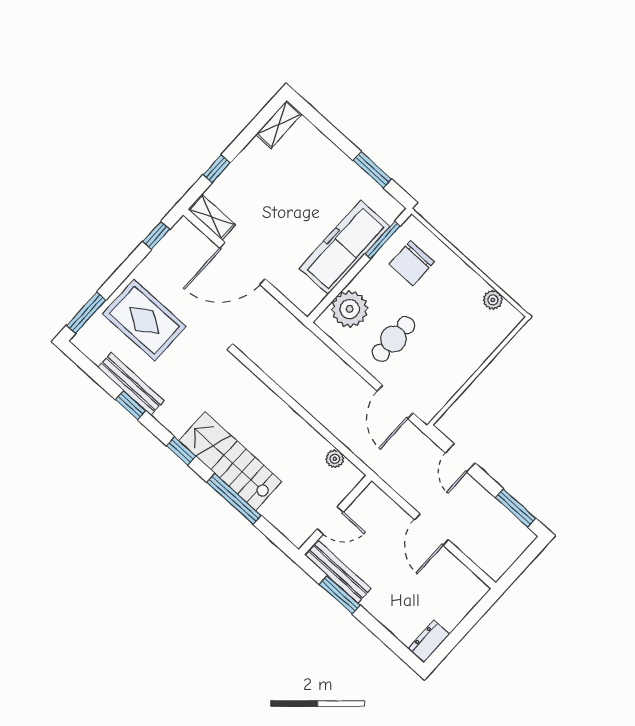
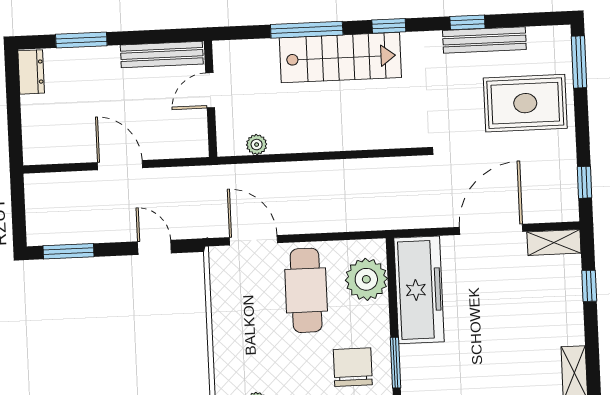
freezer: (344, 247) -> (419, 290), moved
cafe table: (393, 339) -> (306, 290), width x1.37, depth x1.35
window: (340, 595) -> (81, 40), moved

